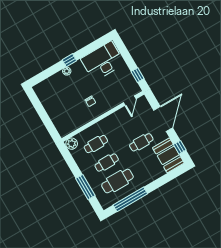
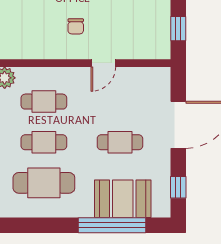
door: (130, 101) -> (103, 63), moved
booth: (168, 155) -> (123, 199), moved, turned 90
window: (130, 199) -> (112, 225), moved

